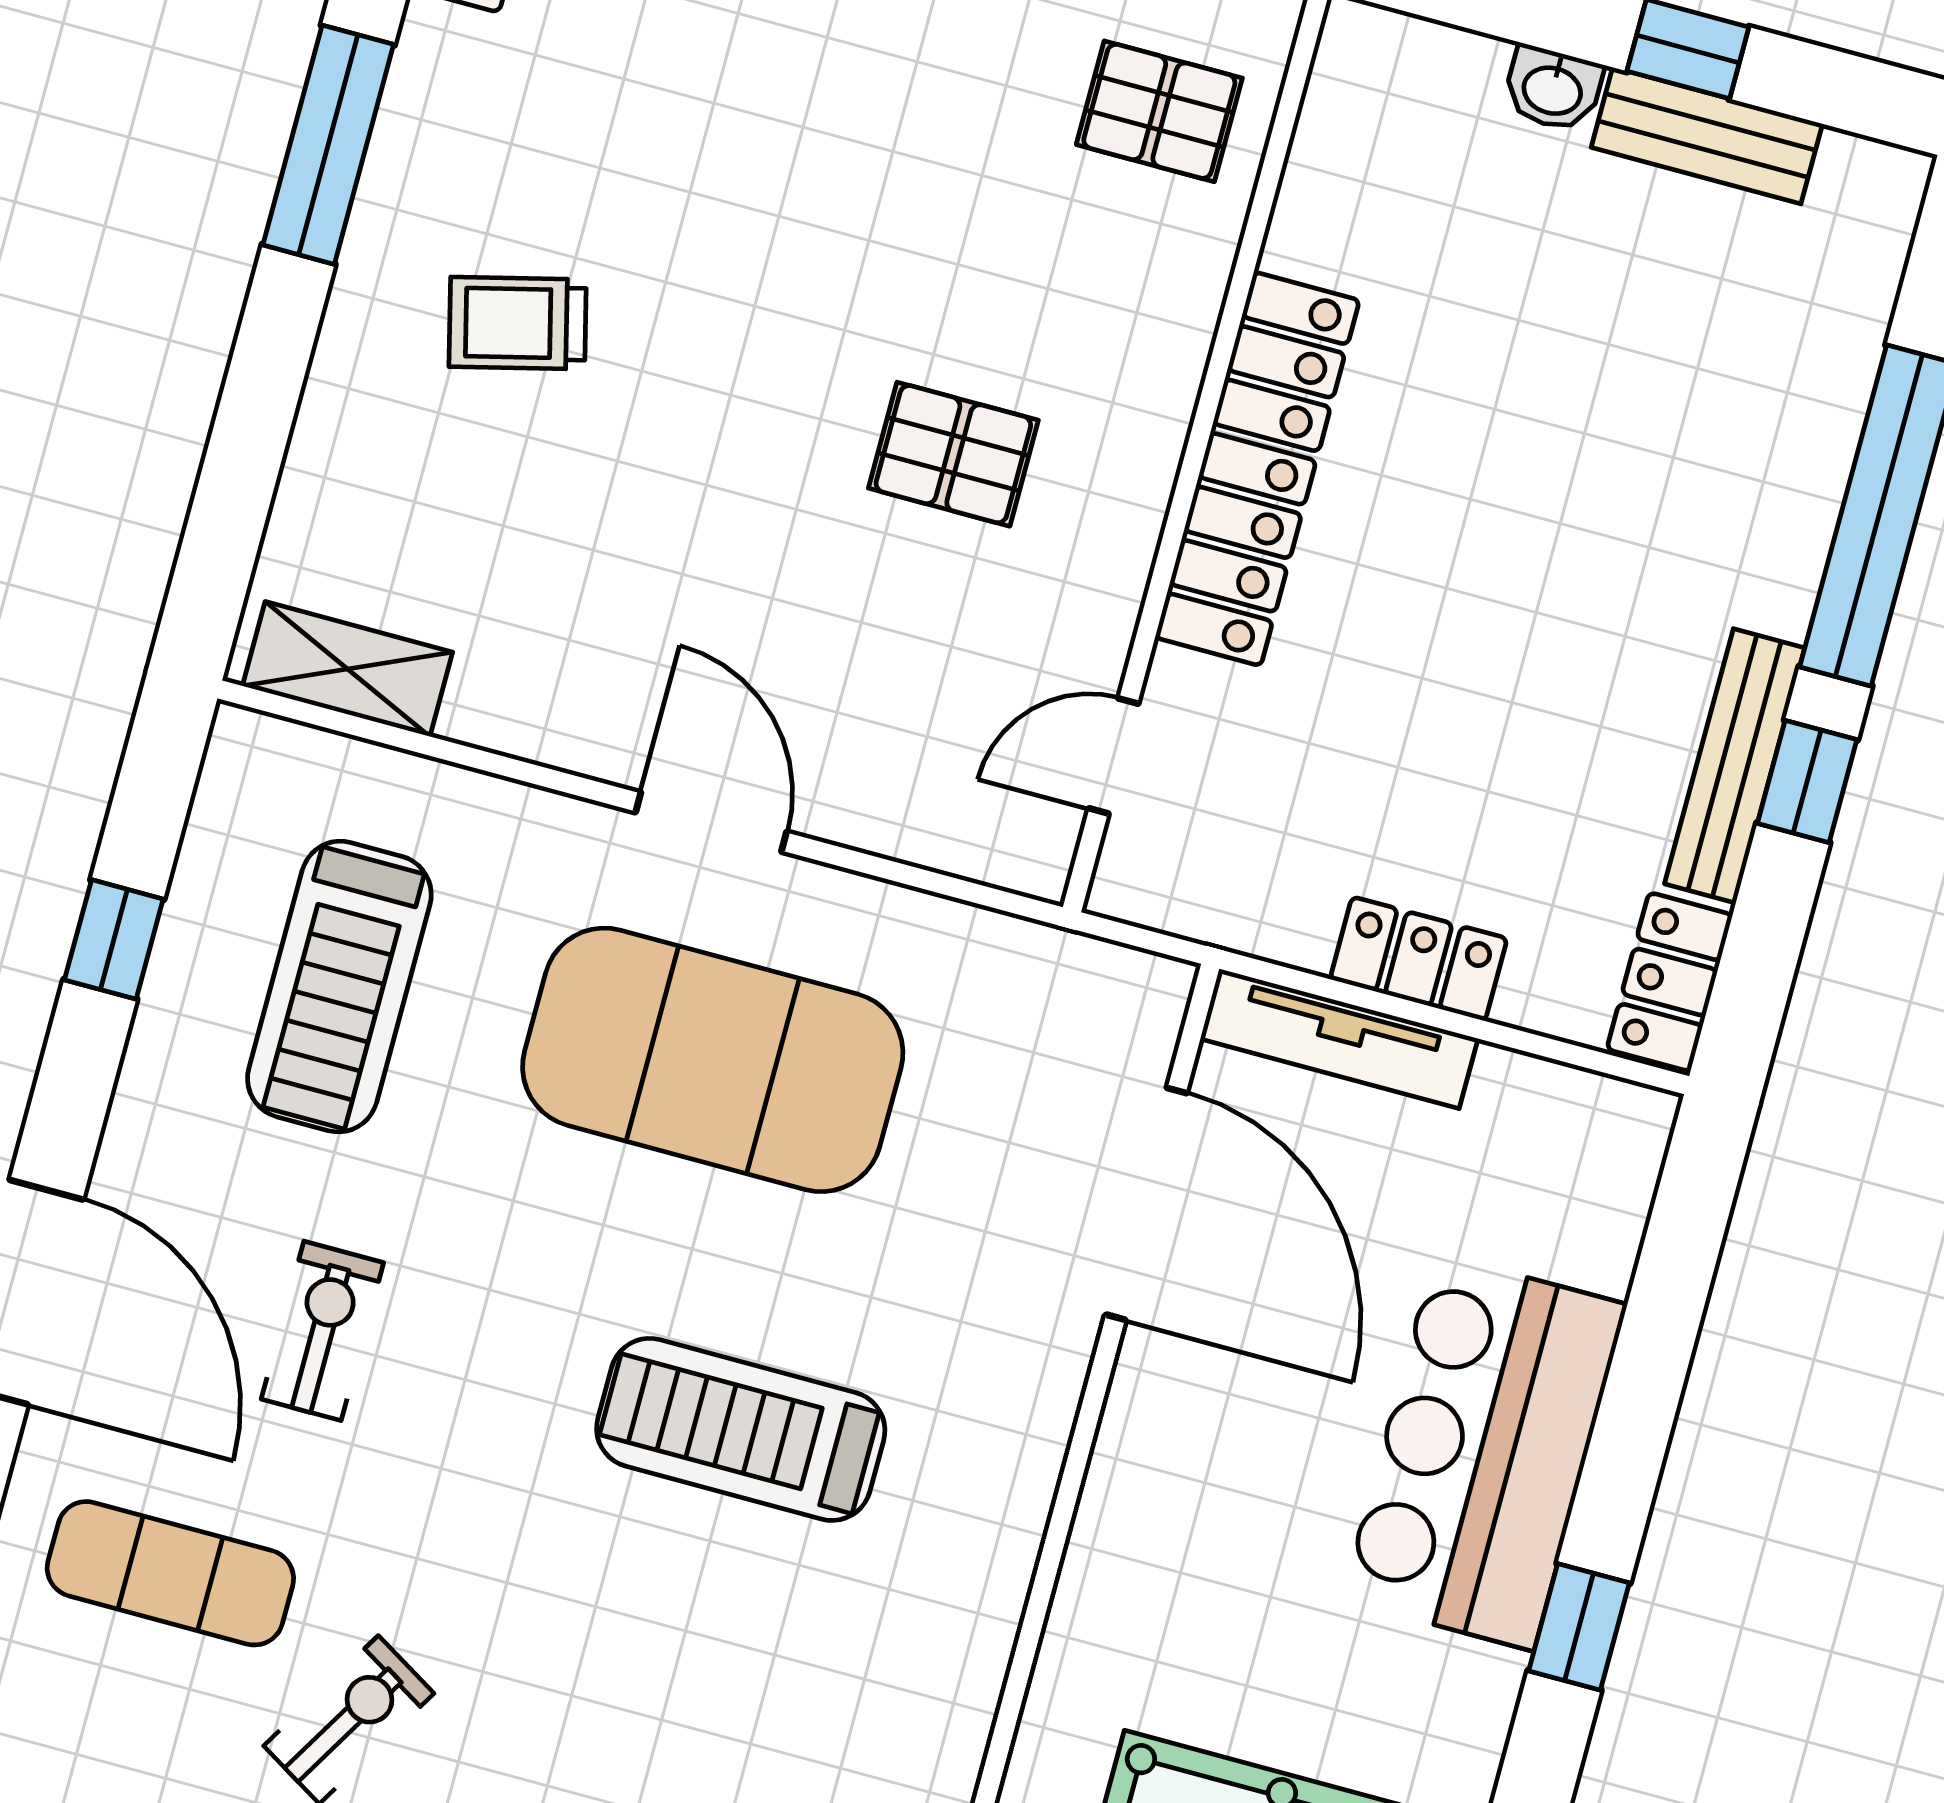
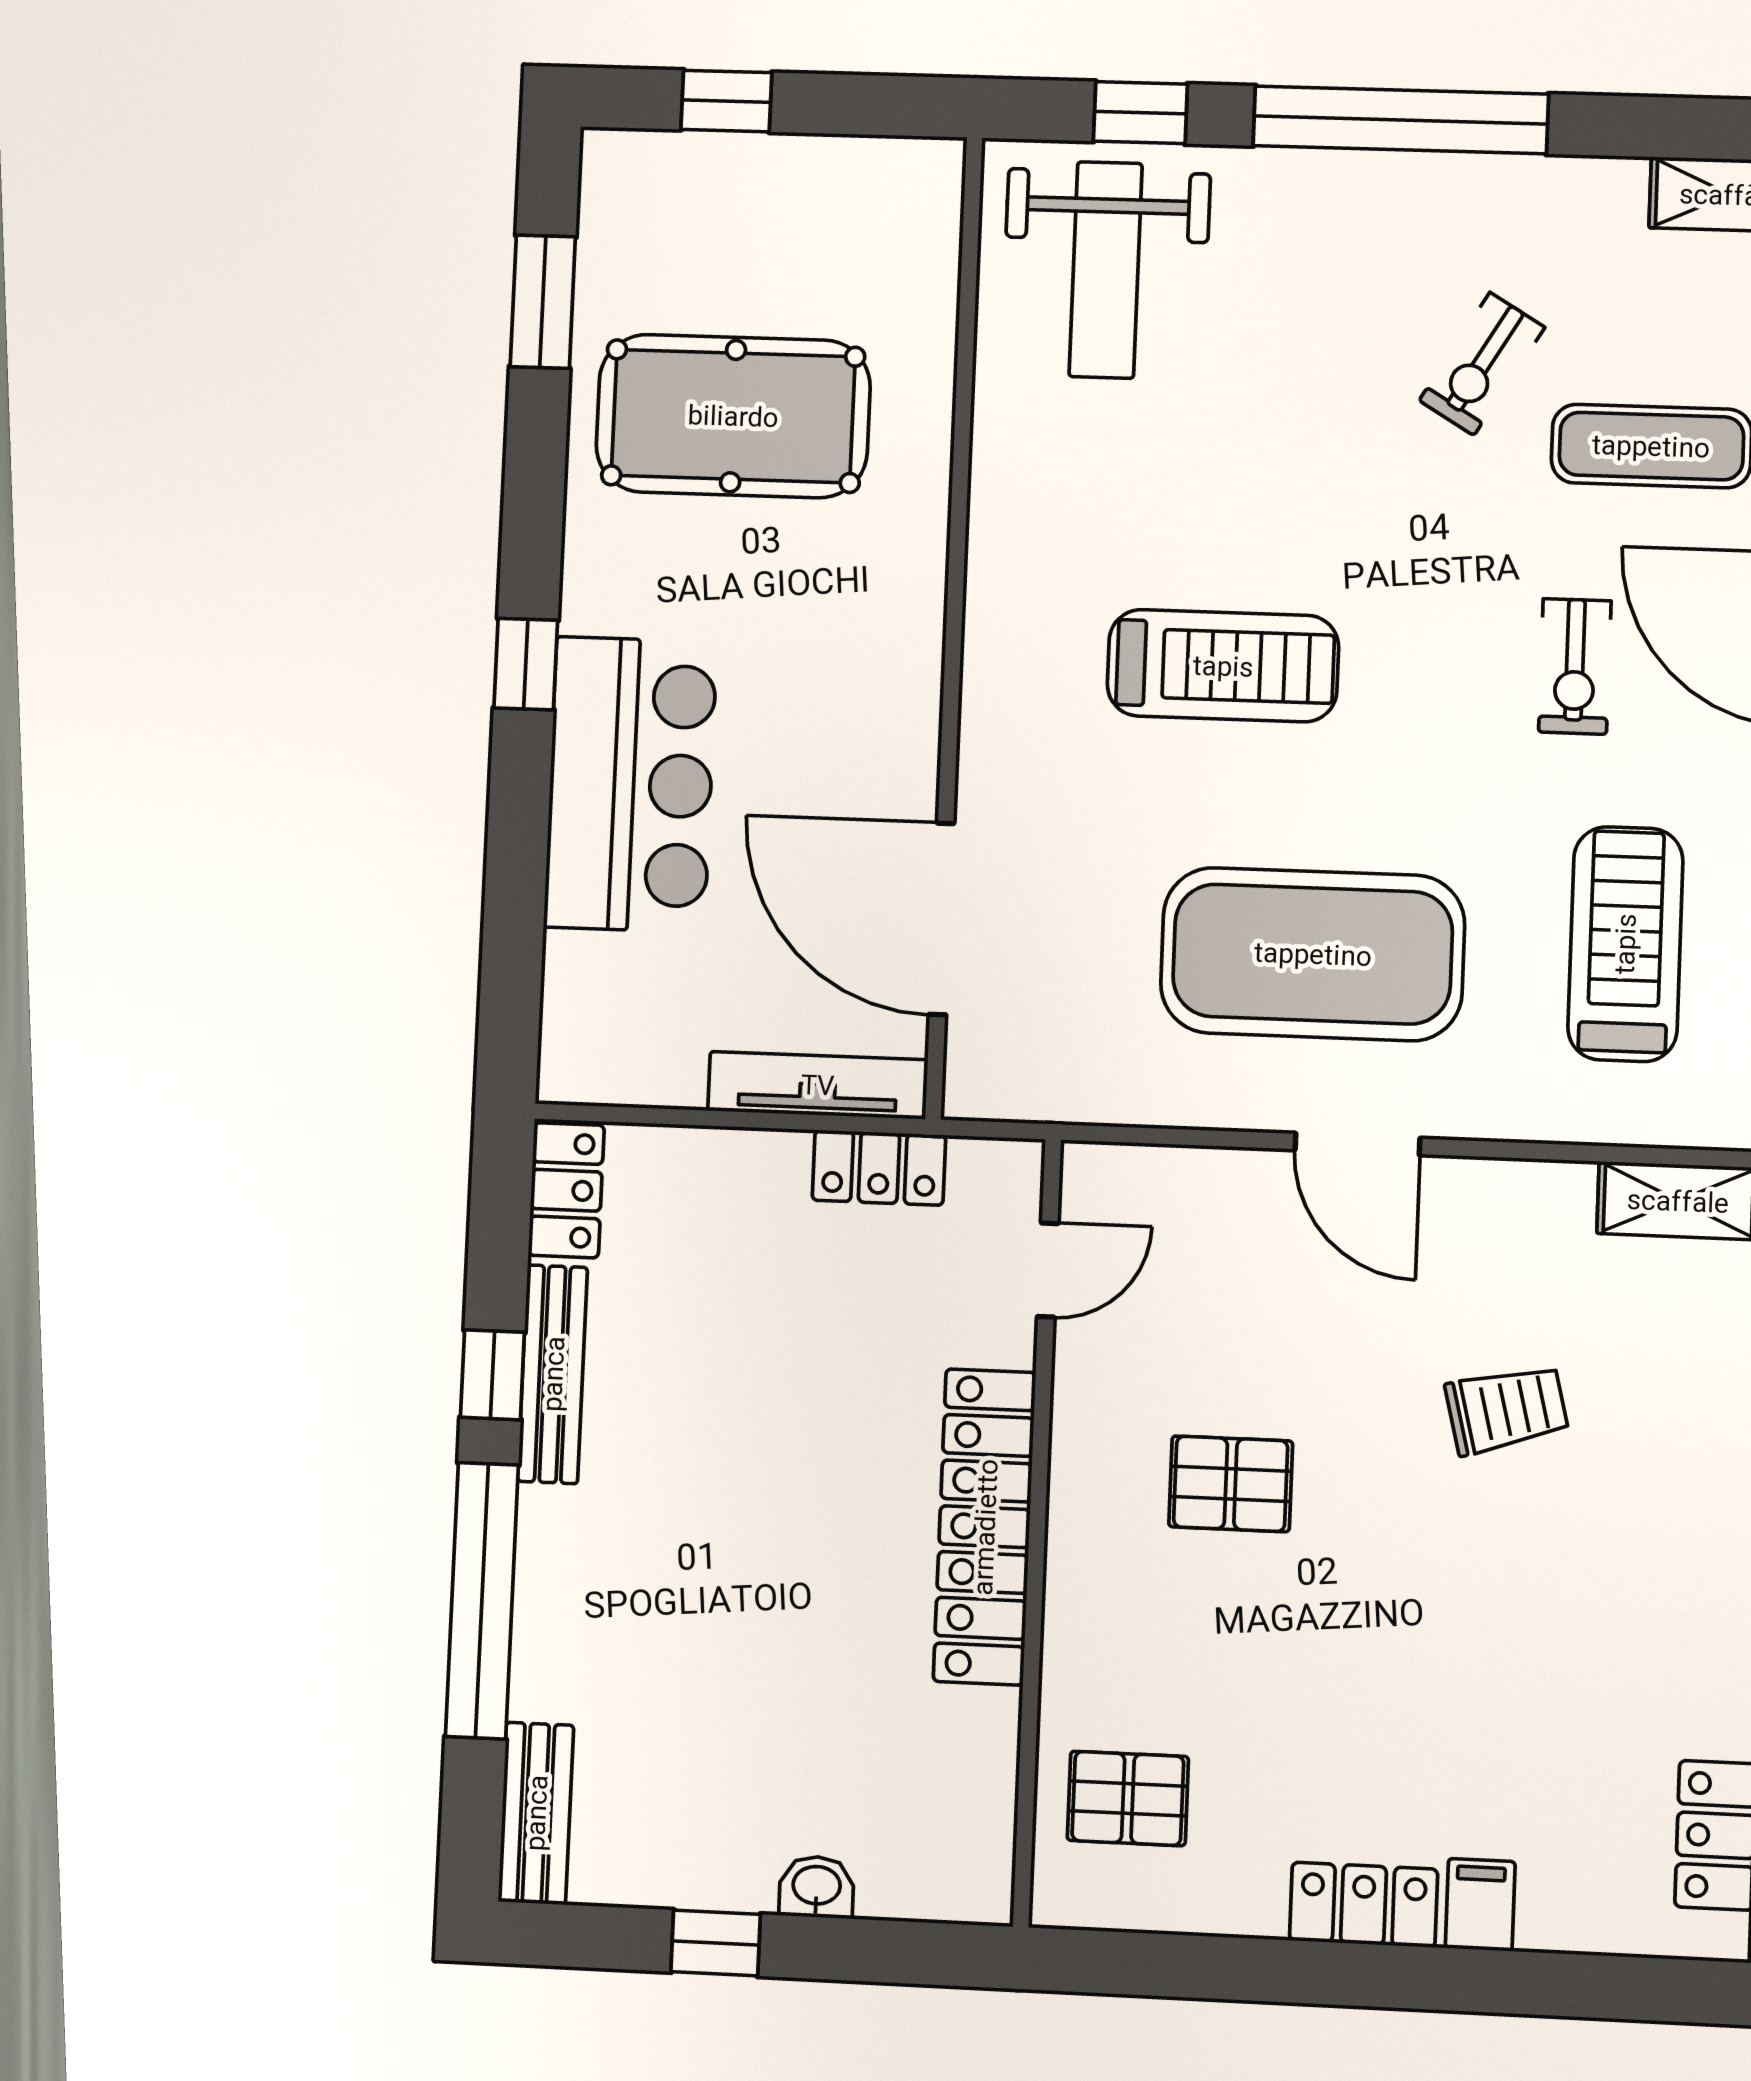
bench: (1707, 136) -> (536, 1813), moved, turned 90
trolley: (518, 323) -> (1507, 1409), moved
locker: (1419, 959) -> (879, 1168), moved

